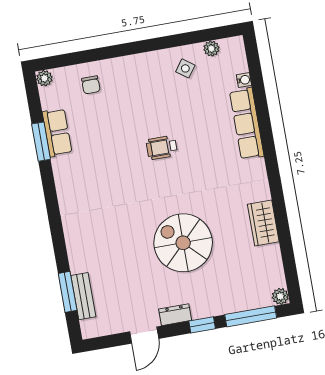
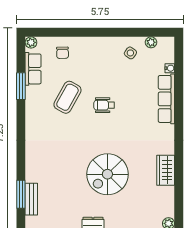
row of seats: (57, 133) -> (33, 69), moved
coffee table: (109, 146) -> (67, 97), added
spiral stairs: (183, 243) -> (107, 174), turned -90

